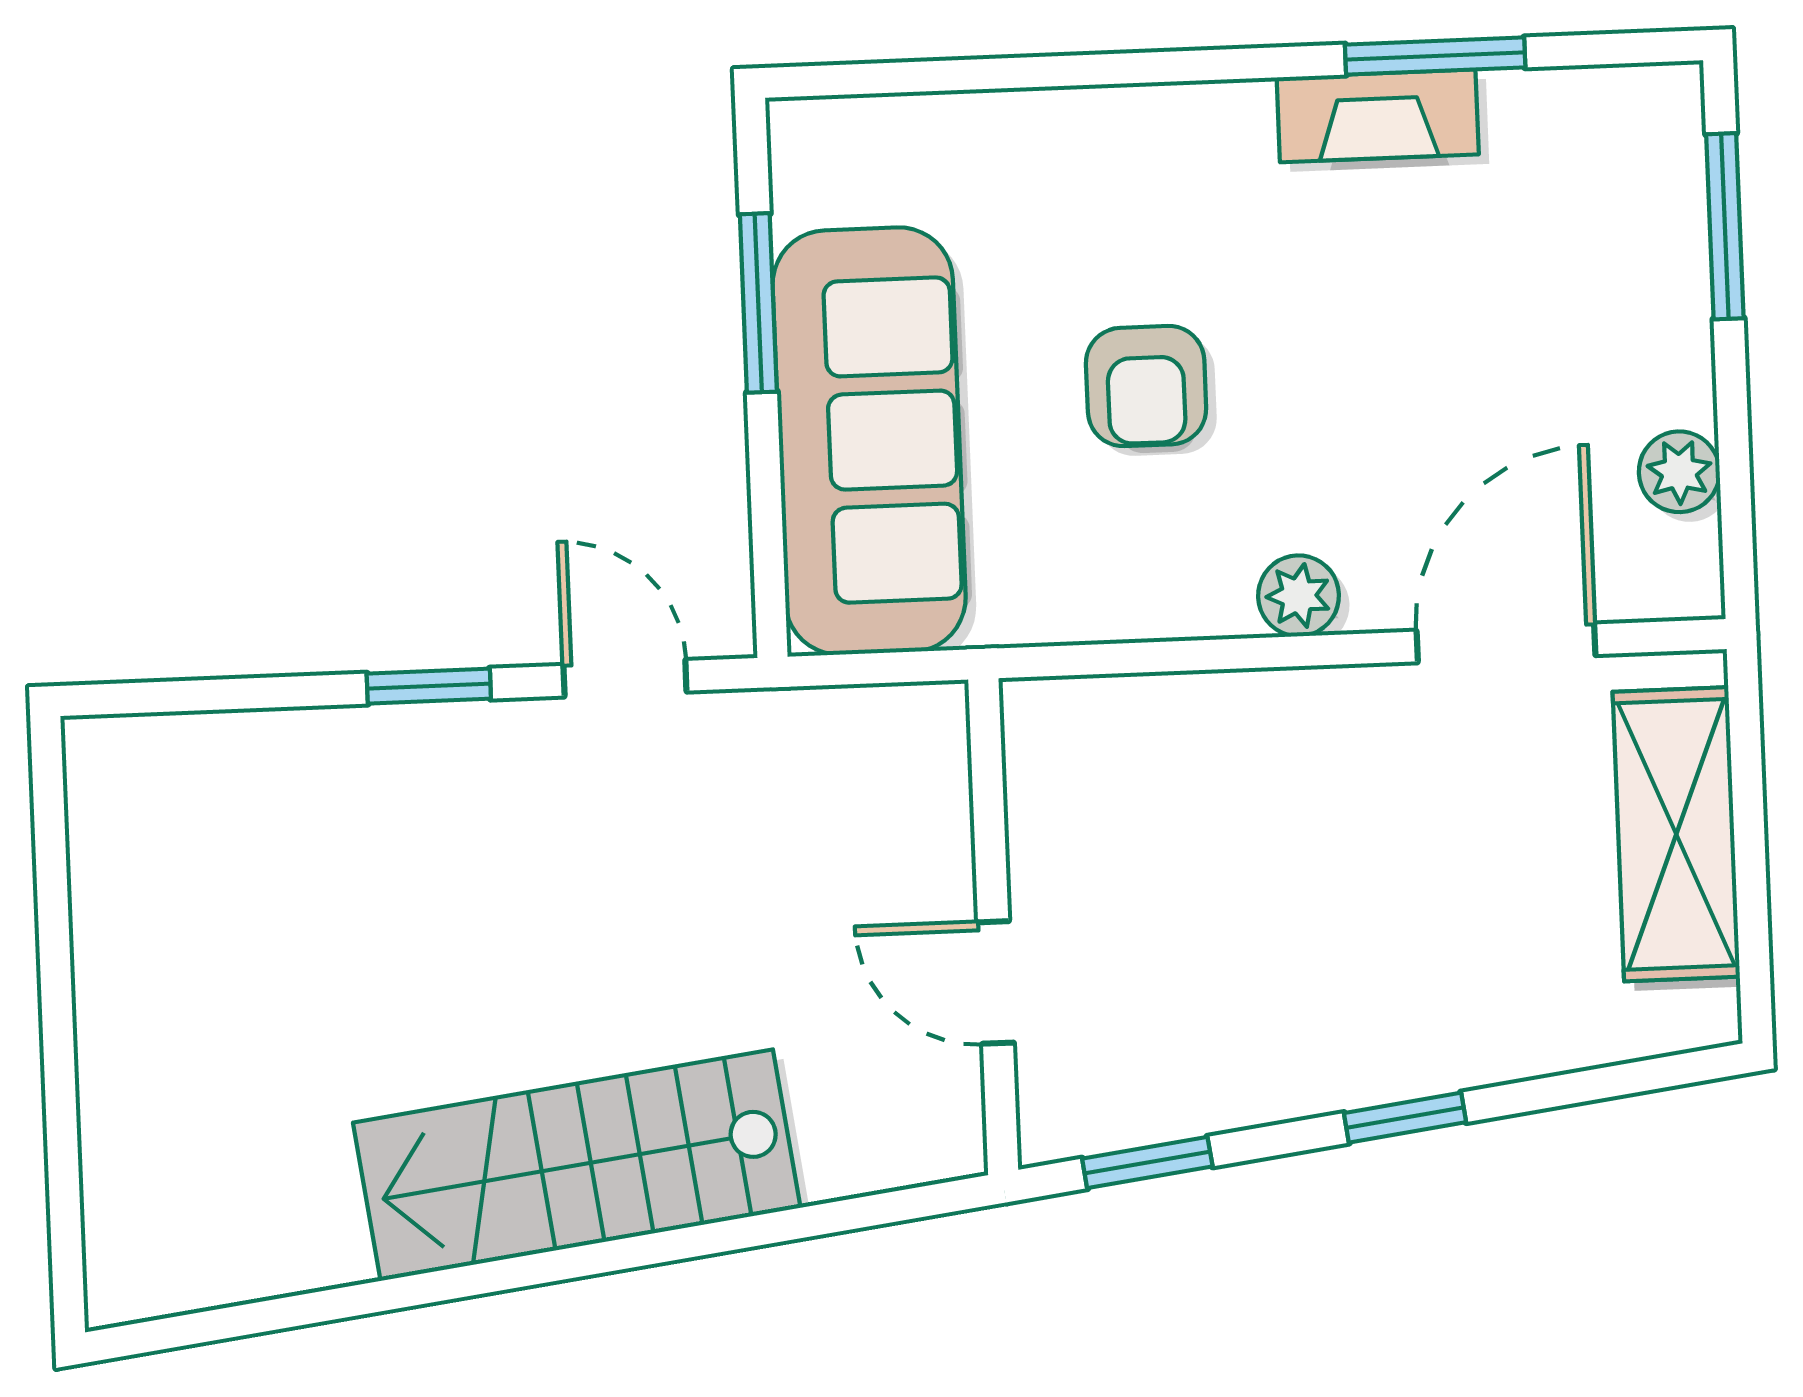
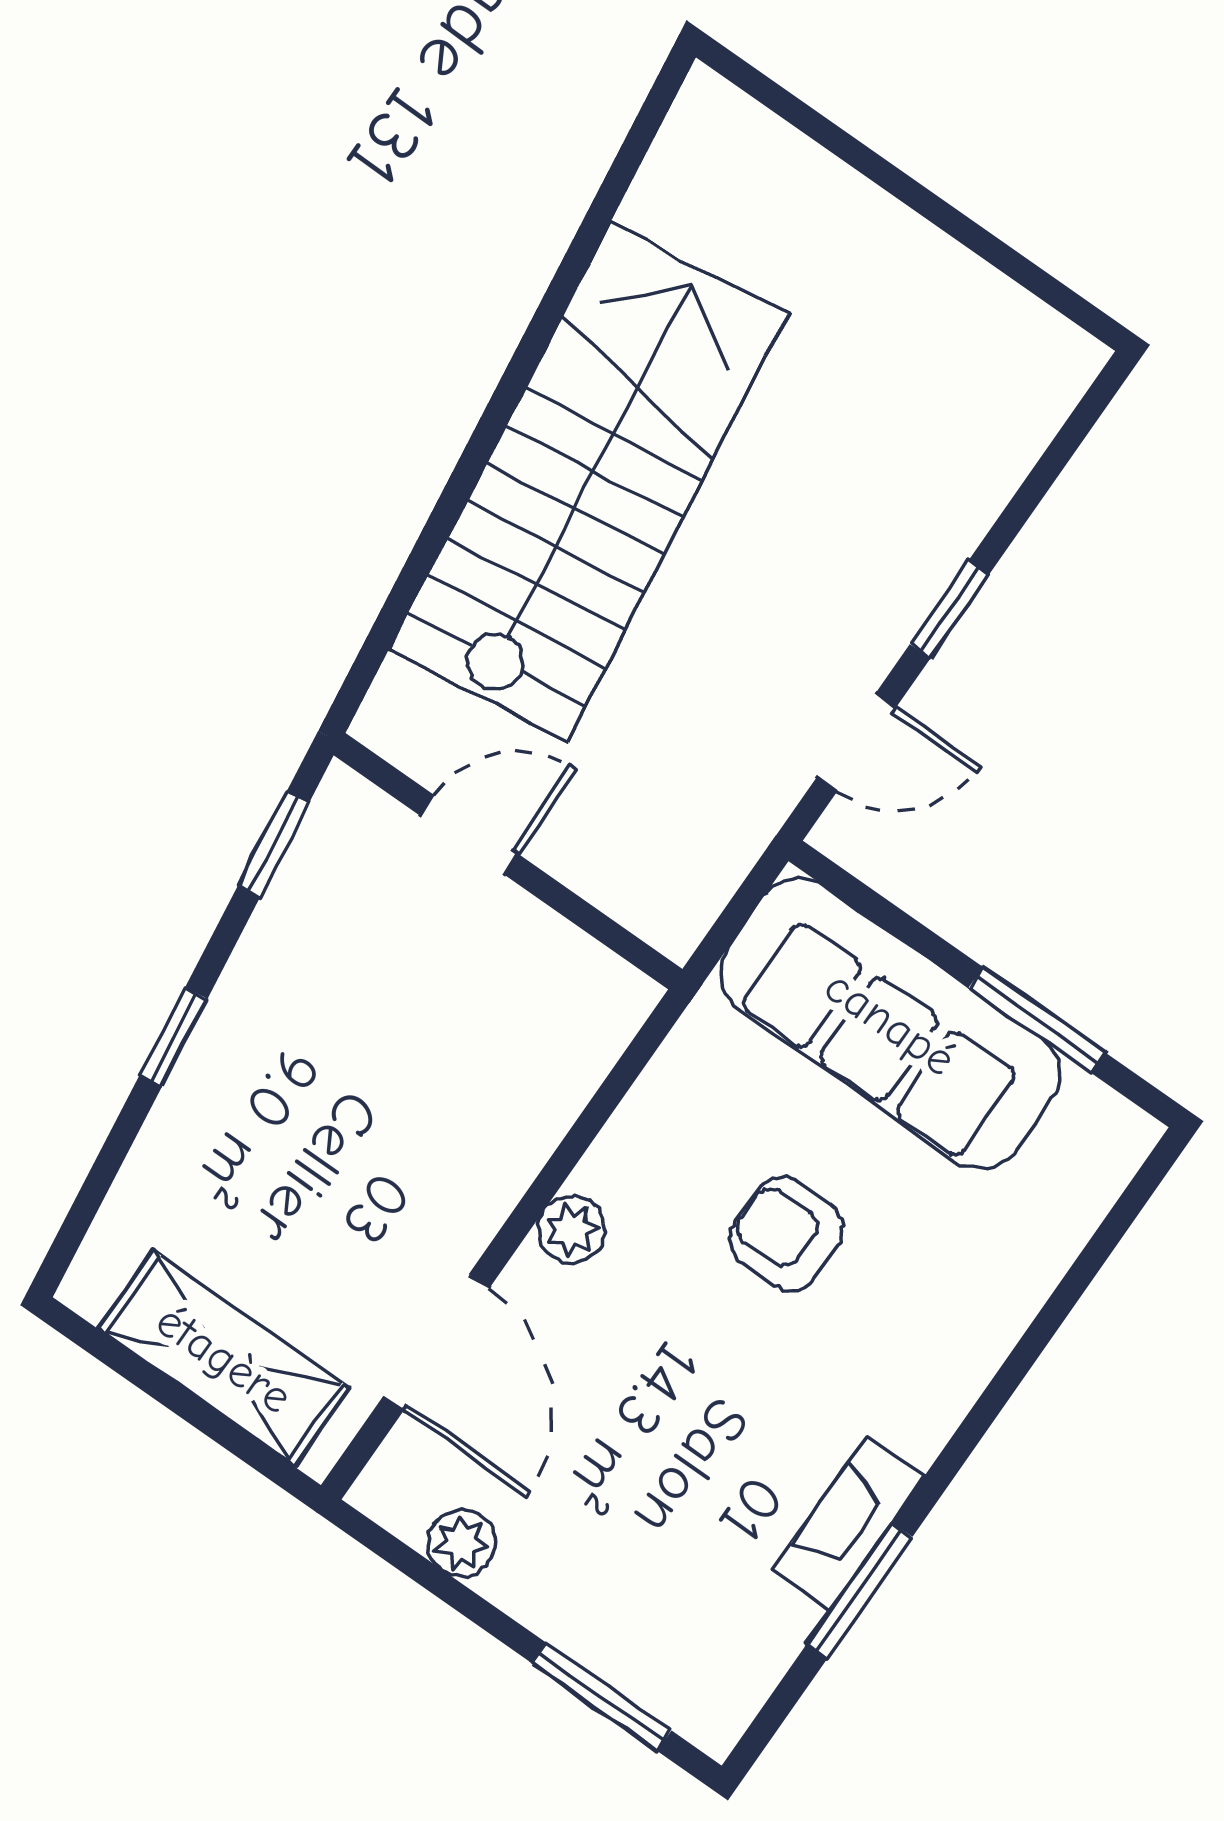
stairs: (577, 1165) -> (589, 482), width x1.36, depth x1.51

